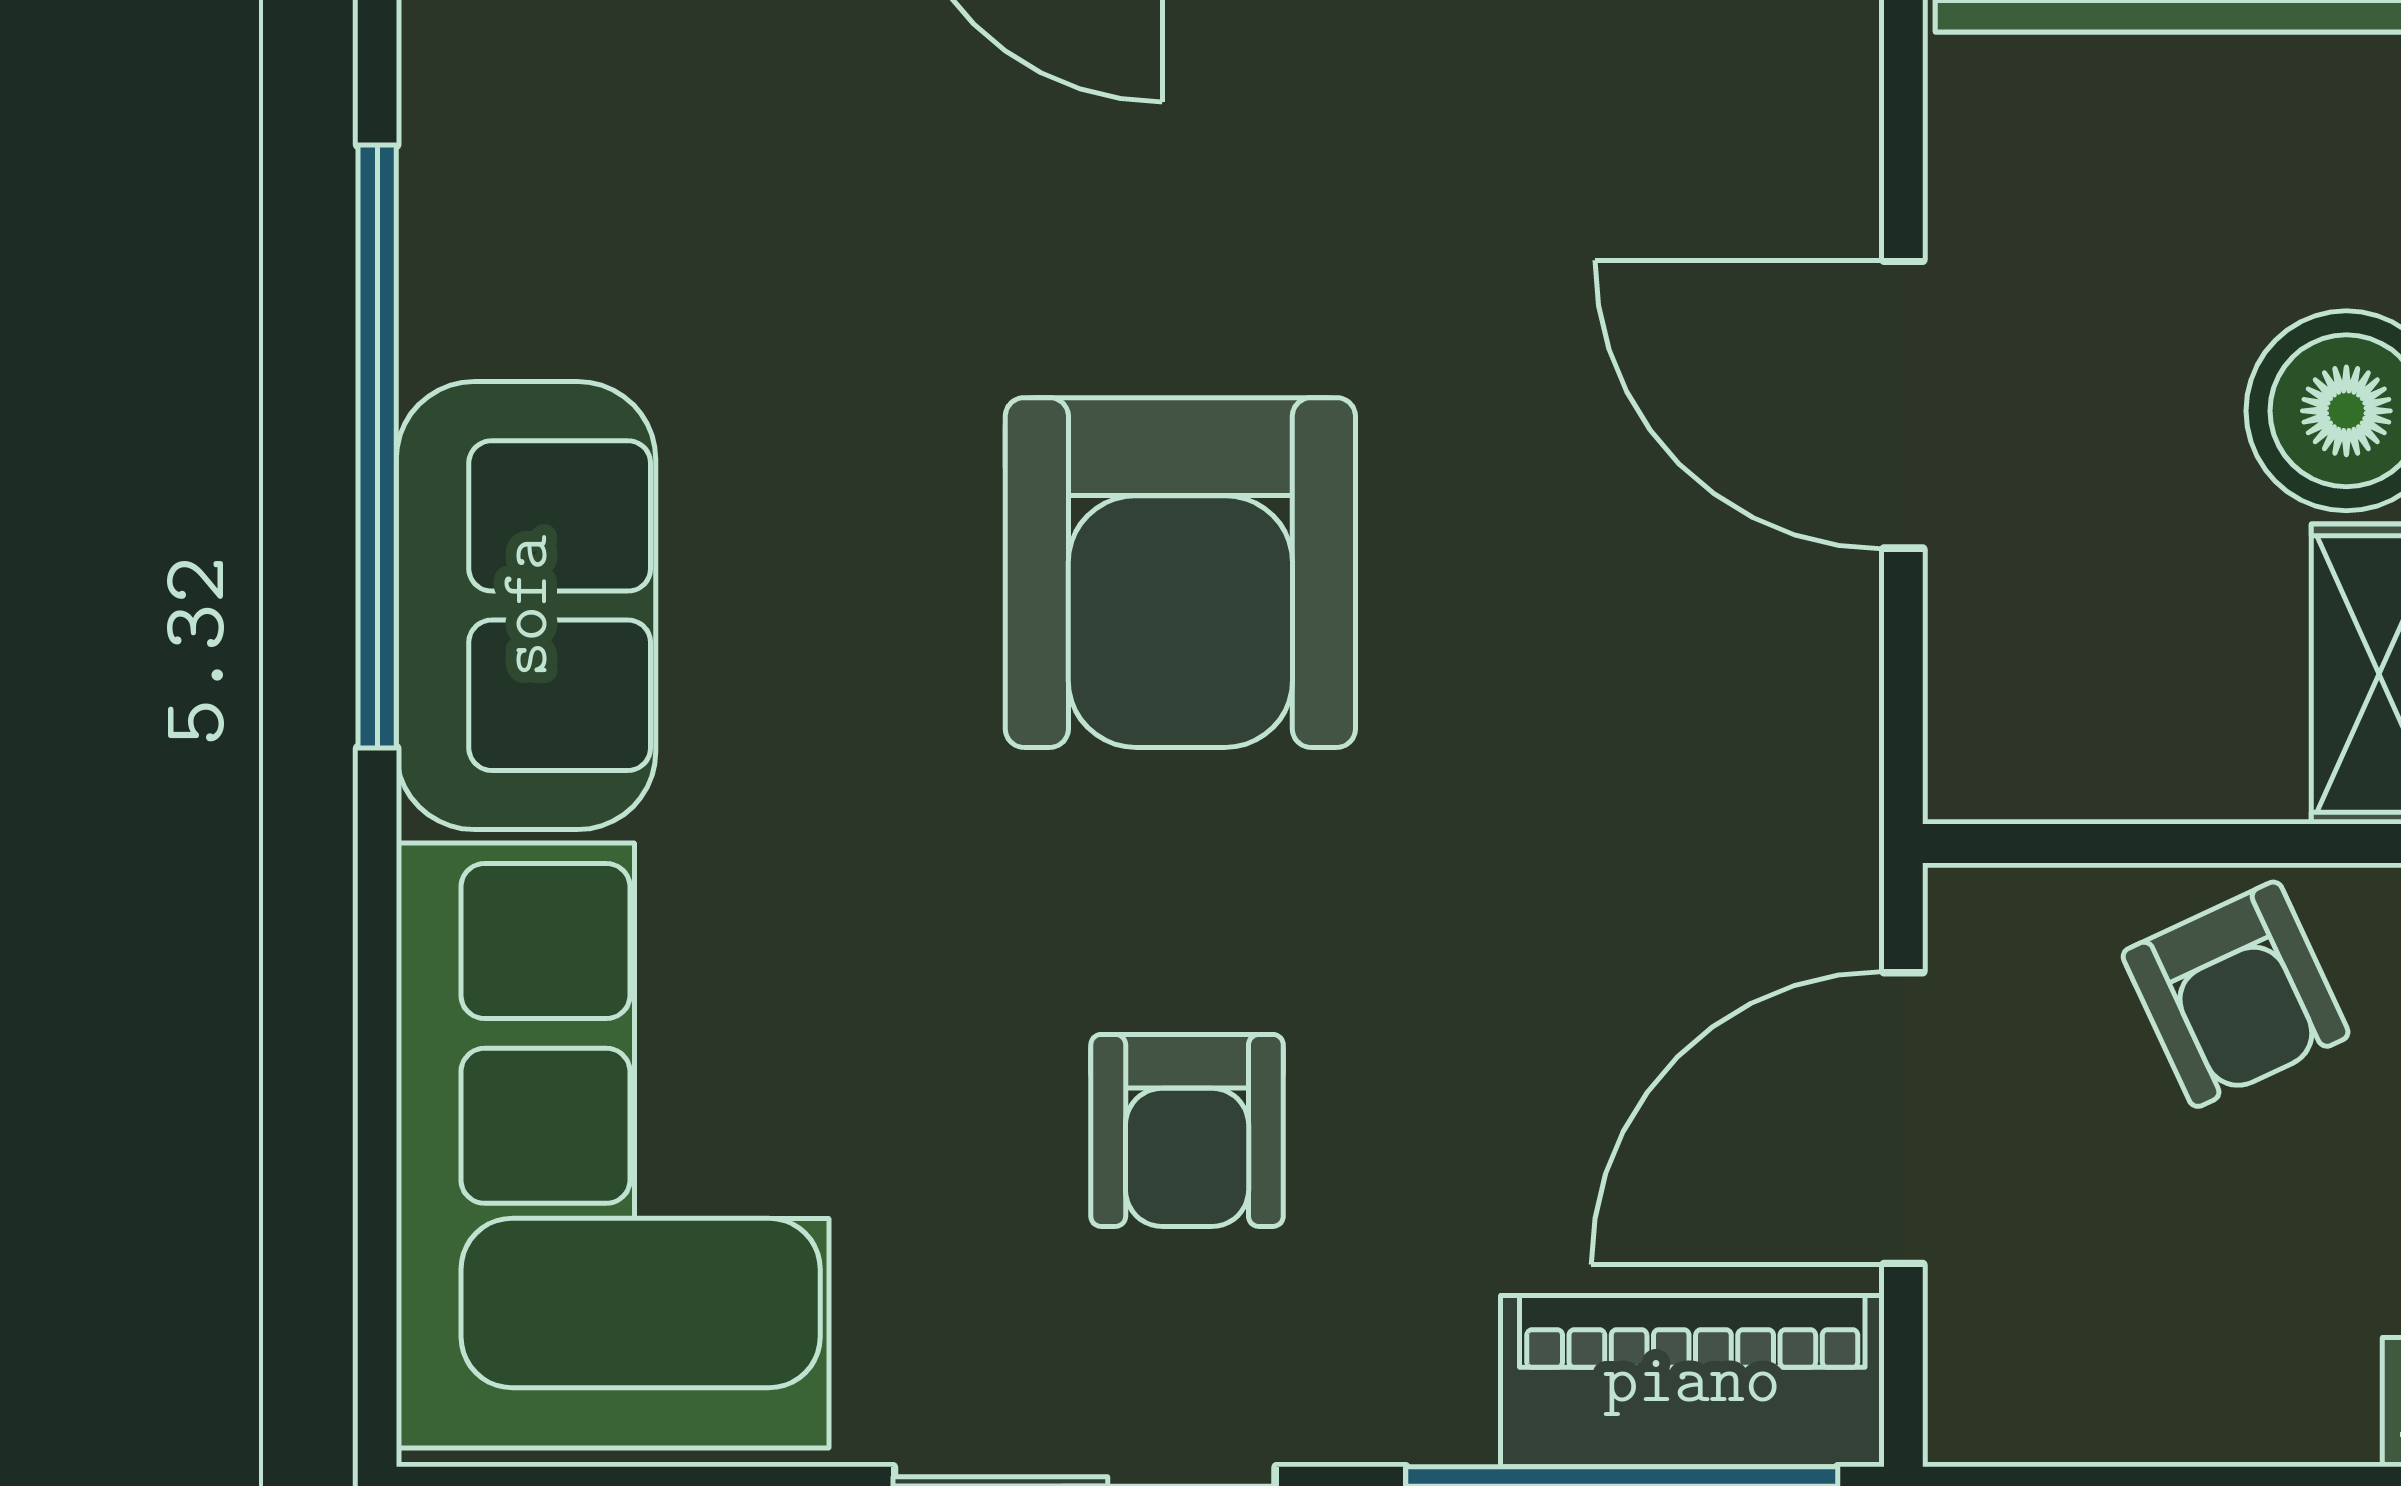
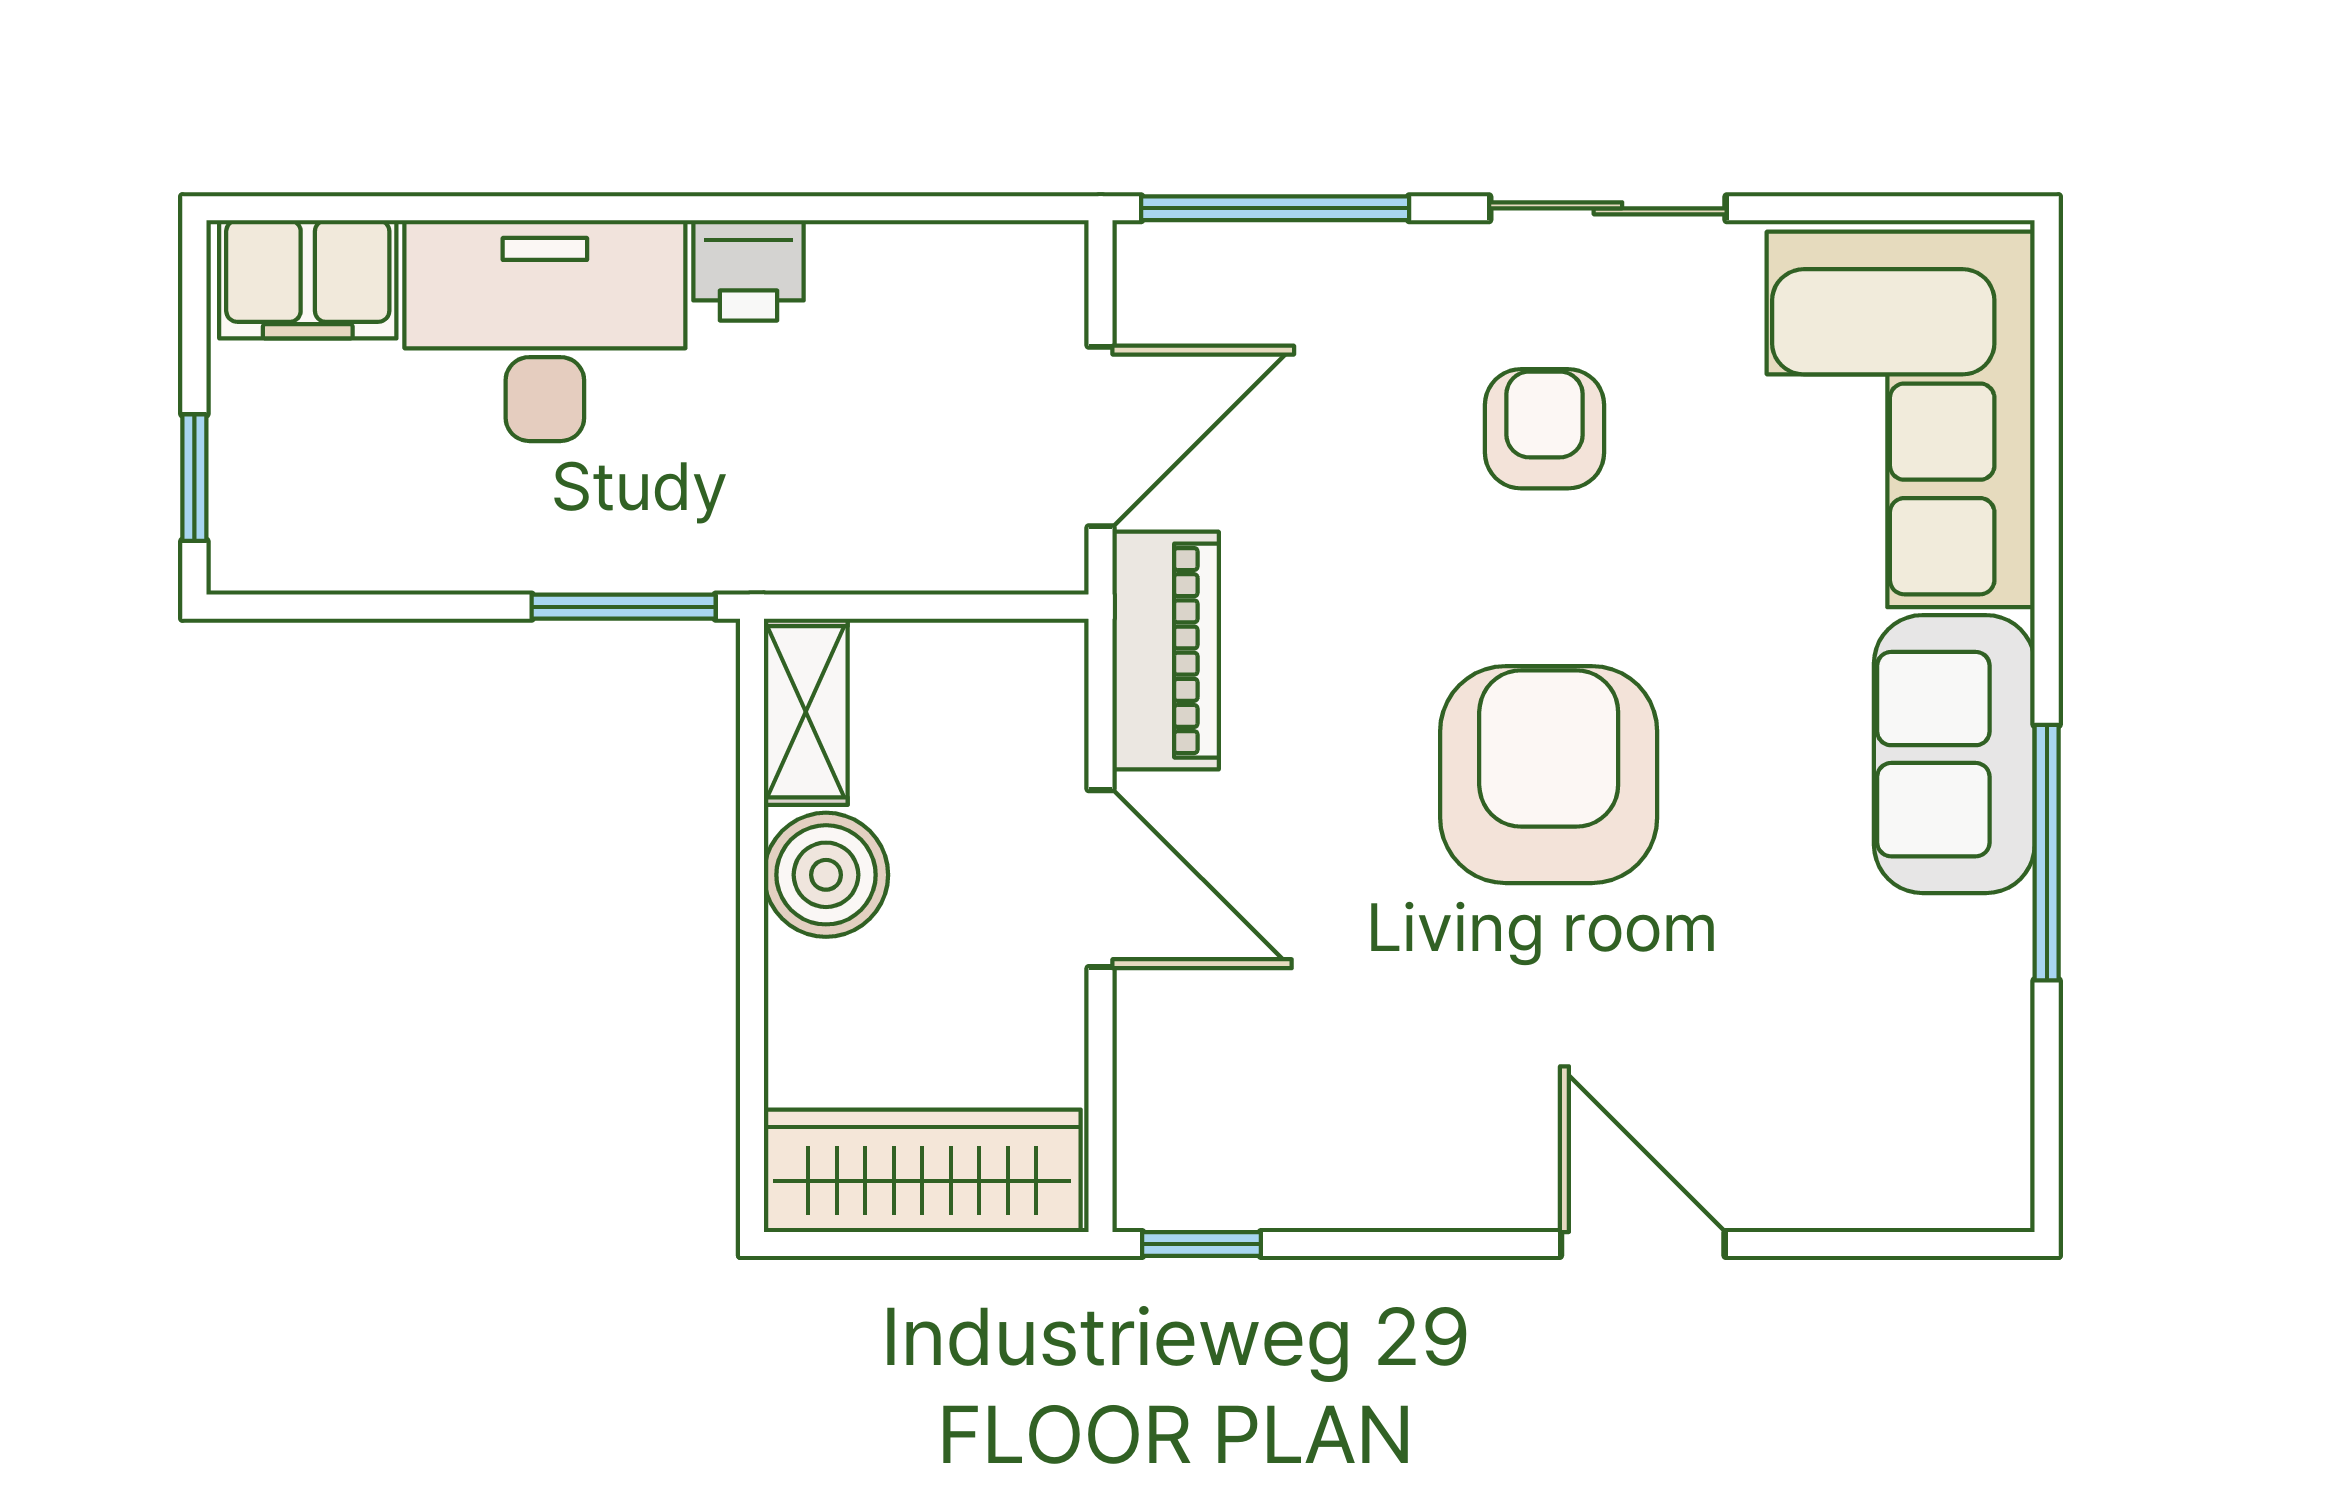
window: (377, 446) -> (2047, 853), width x0.68
armchair: (2236, 994) -> (895, 513), removed
piano: (1692, 1381) -> (1166, 651), moved, turned -90

